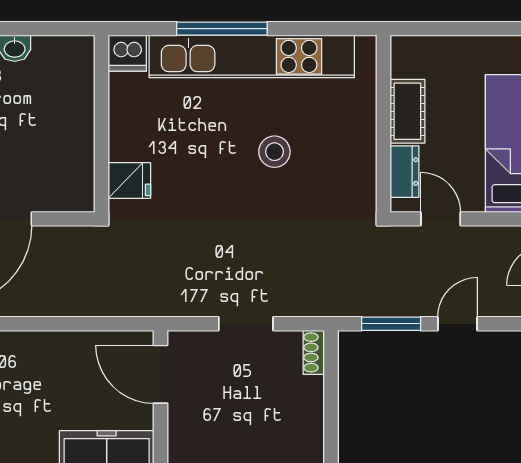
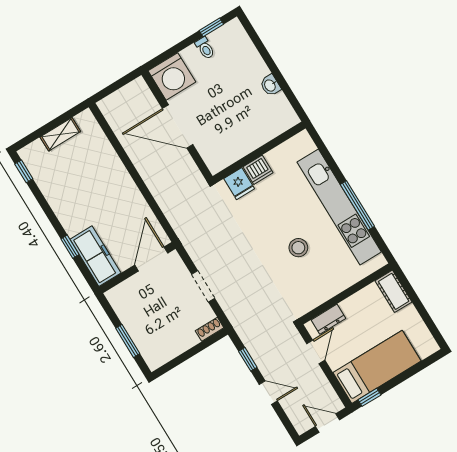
window: (222, 29) -> (357, 205), moved
dishwasher: (127, 53) -> (258, 170), moved, turned -90
cot: (407, 111) -> (394, 291), moved, turned 90
window: (391, 324) -> (248, 359), width x0.67

